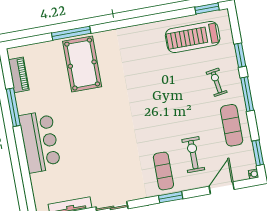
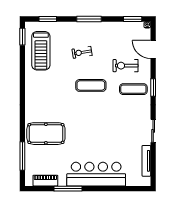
window: (71, 33) -> (22, 156), moved
window: (240, 55) -> (48, 19), moved
exercise bike: (217, 82) -> (82, 52), moved
exercise mat: (232, 125) -> (91, 85), moved
bar counter: (40, 142) -> (96, 174), width x1.36

